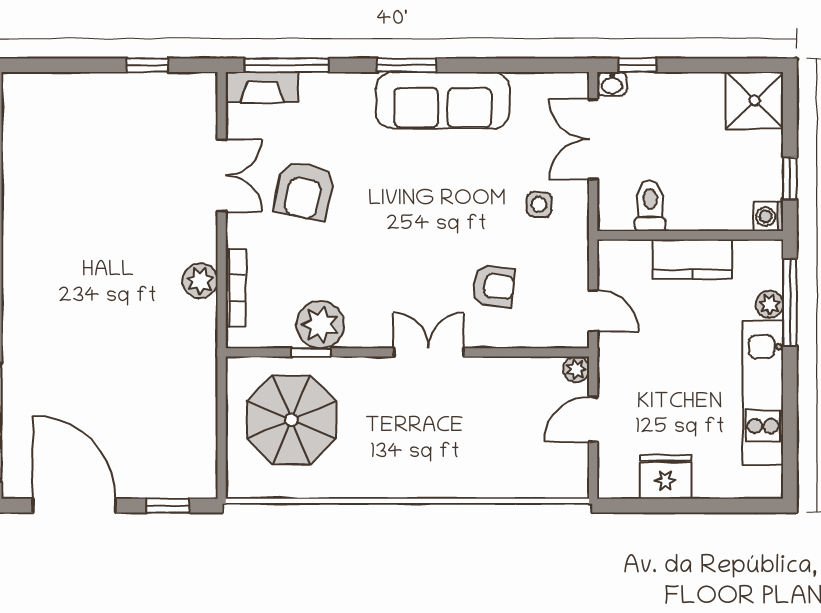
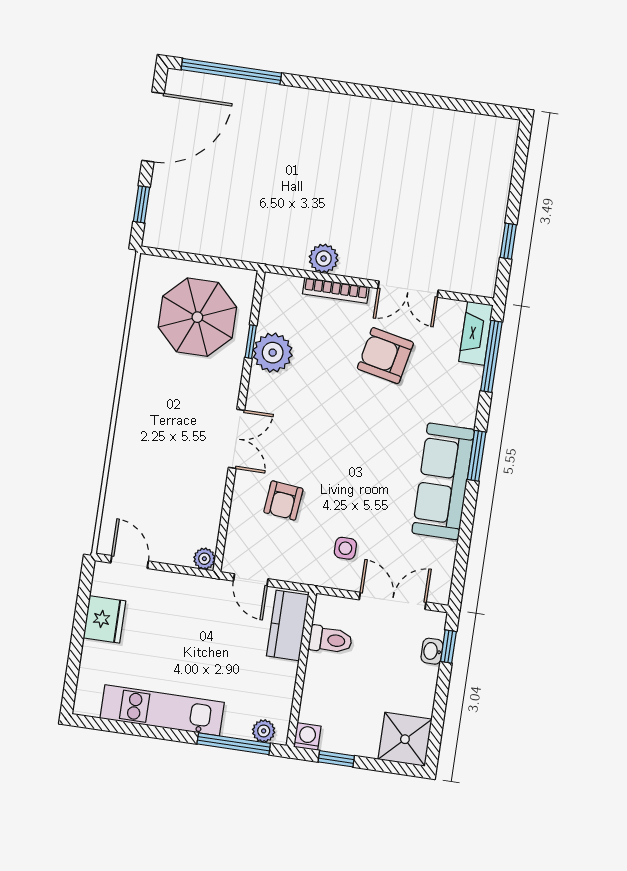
washbasin: (612, 84) -> (432, 651), moved
kitchen counter: (692, 259) -> (288, 625), moved
bookcase: (236, 288) -> (336, 290), moved
plant: (770, 304) -> (264, 731), moved
door: (593, 311) -> (251, 580), hinge flipped
door: (593, 419) -> (129, 562), moved

